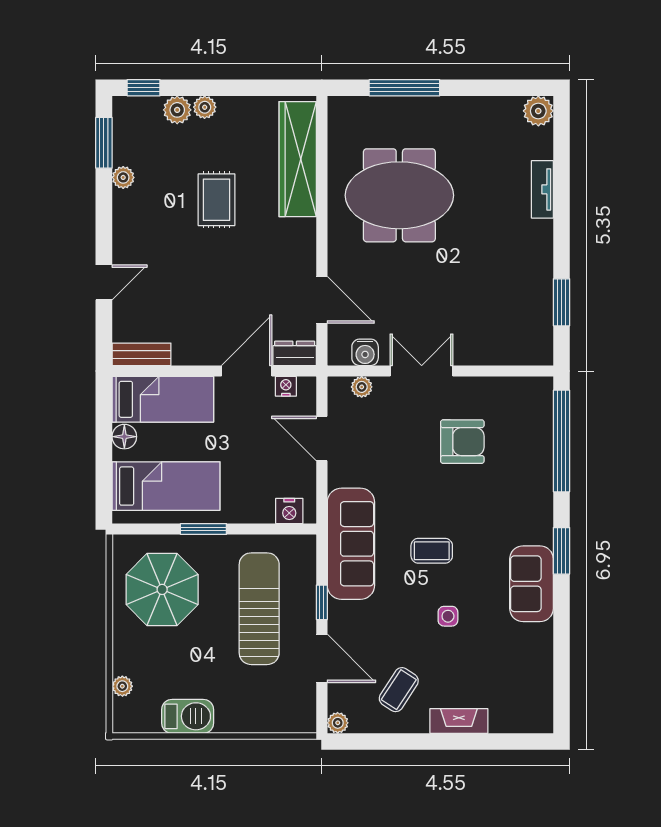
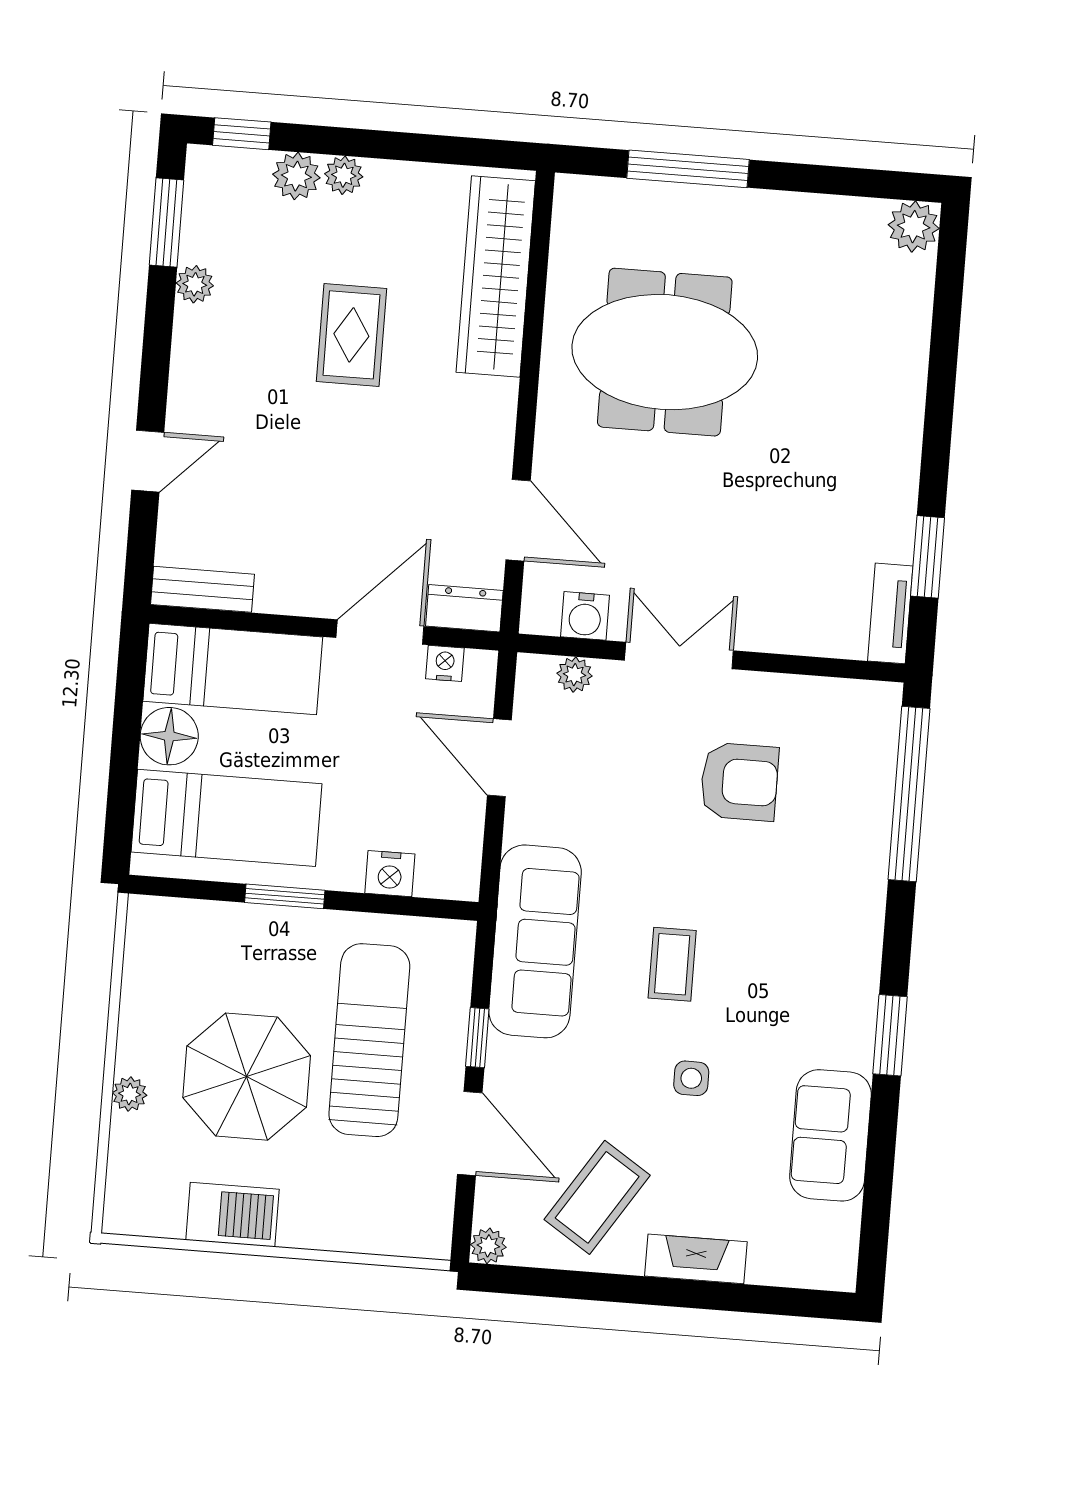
tv unit: (542, 189) -> (890, 613), moved
floor lamp: (124, 437) -> (169, 736), width x1.38, depth x1.38
nightstand: (289, 511) -> (390, 874), moved
coffee table: (432, 551) -> (672, 964), turned 90
window: (561, 551) -> (890, 1035), moved
sofa: (531, 584) -> (830, 1135), moved
parasol: (162, 589) -> (247, 1077), moved
plant: (122, 686) -> (130, 1094), moved
coffee table: (399, 690) -> (597, 1197), width x1.36, depth x1.30

